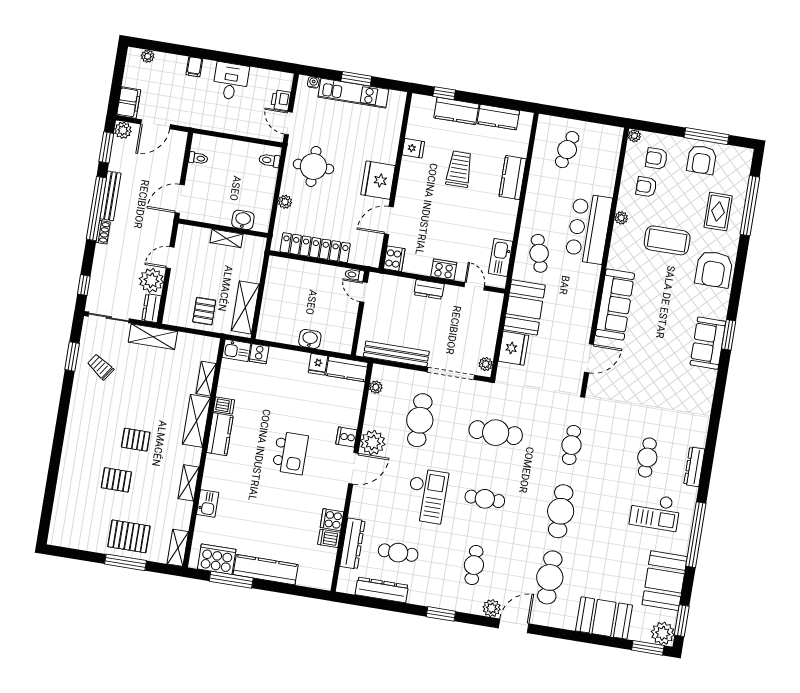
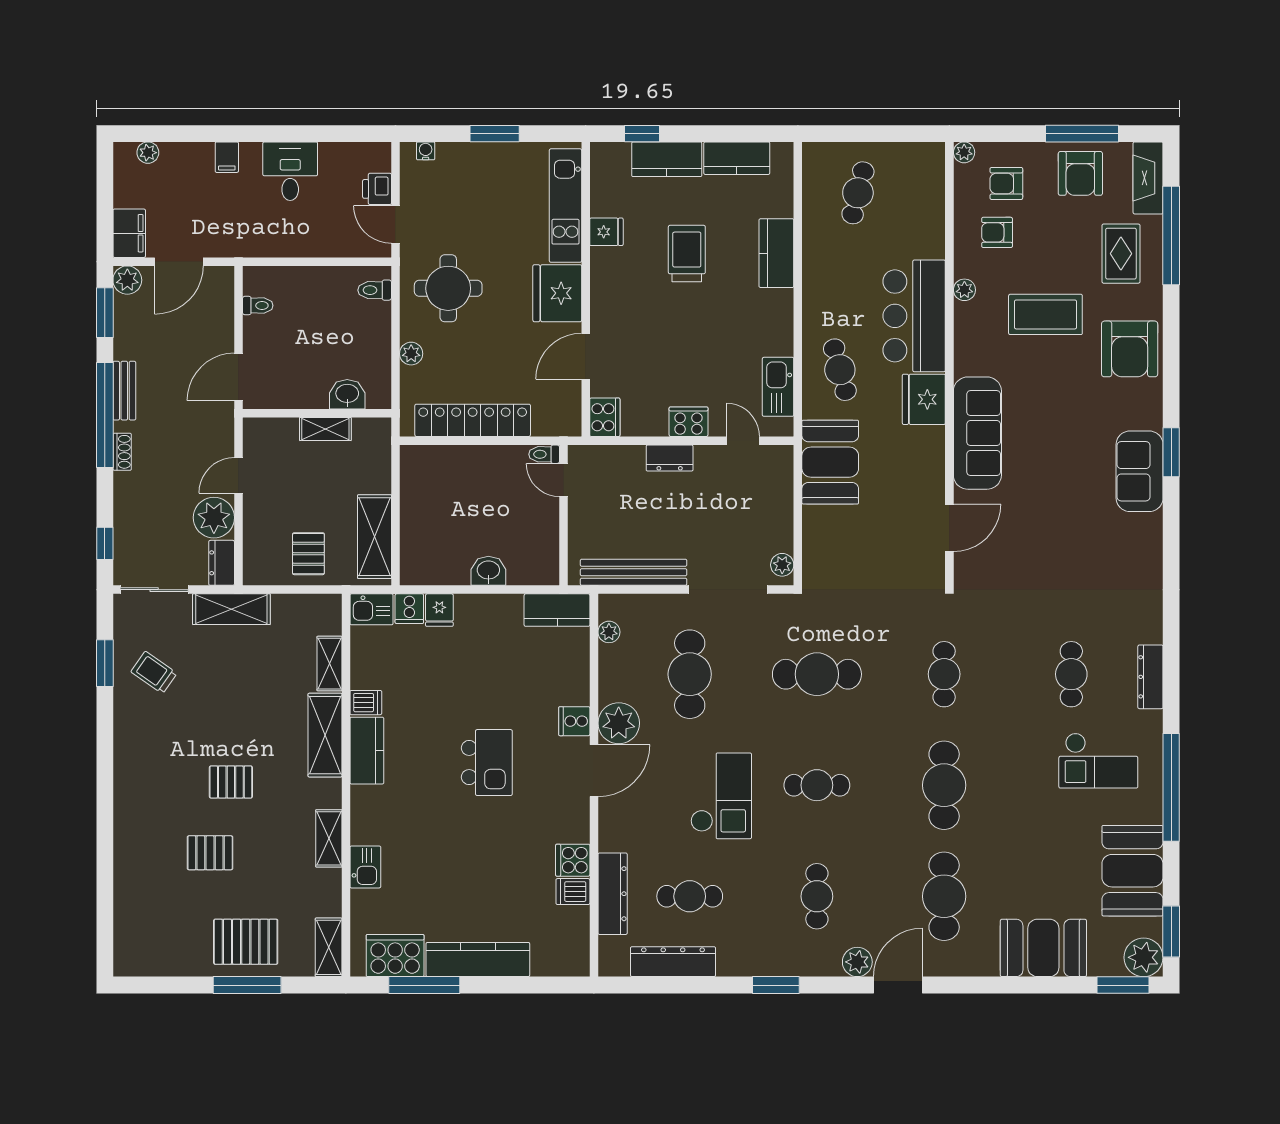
kitchen unit: (353, 93) -> (565, 206), moved, turned 90
fireplace: (742, 169) -> (1148, 178), added
bench: (110, 196) -> (124, 391), width x0.73
fridge: (513, 348) -> (924, 399), moved, turned 180
fridge: (318, 364) -> (439, 610), moved

